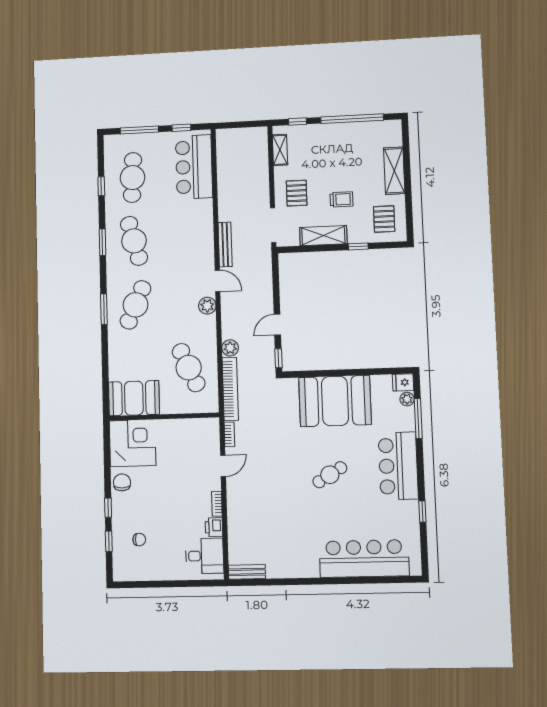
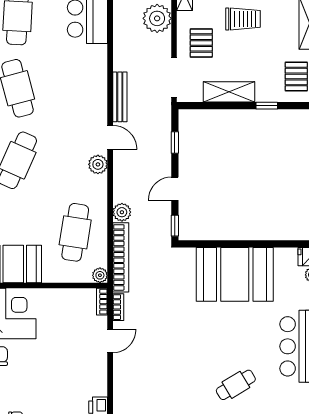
plant: (256, 173) -> (157, 18), added
trolley: (341, 199) -> (243, 19), moved, width x1.36, depth x1.39
window: (276, 283) -> (175, 143), added
cafe table: (189, 368) -> (75, 232), turned 33
plant: (212, 406) -> (100, 275), added
cafe table: (330, 475) -> (236, 385), moved
bookcase: (217, 504) -> (102, 302), moved

